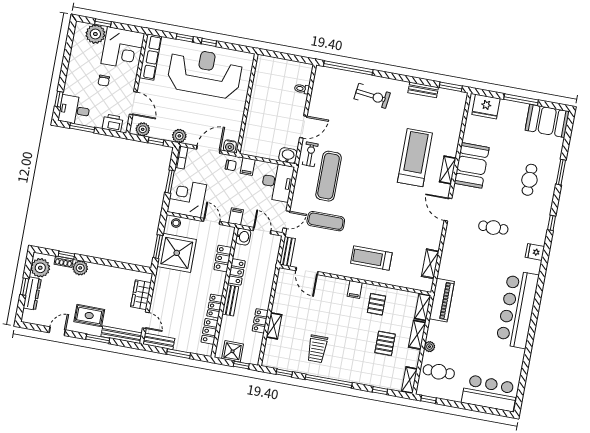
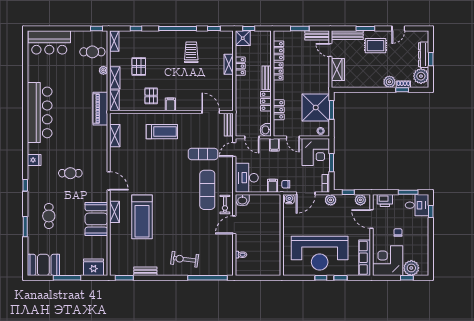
shower: (233, 351) -> (243, 38), moved

